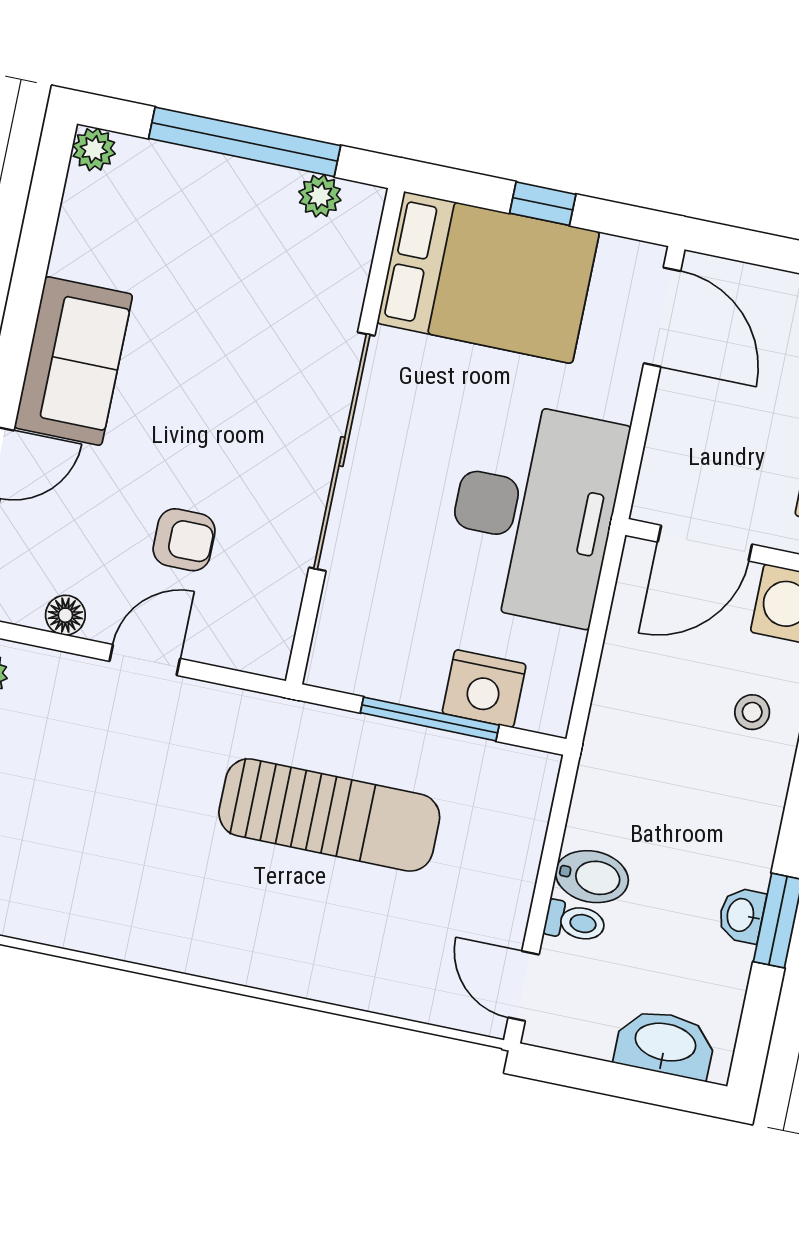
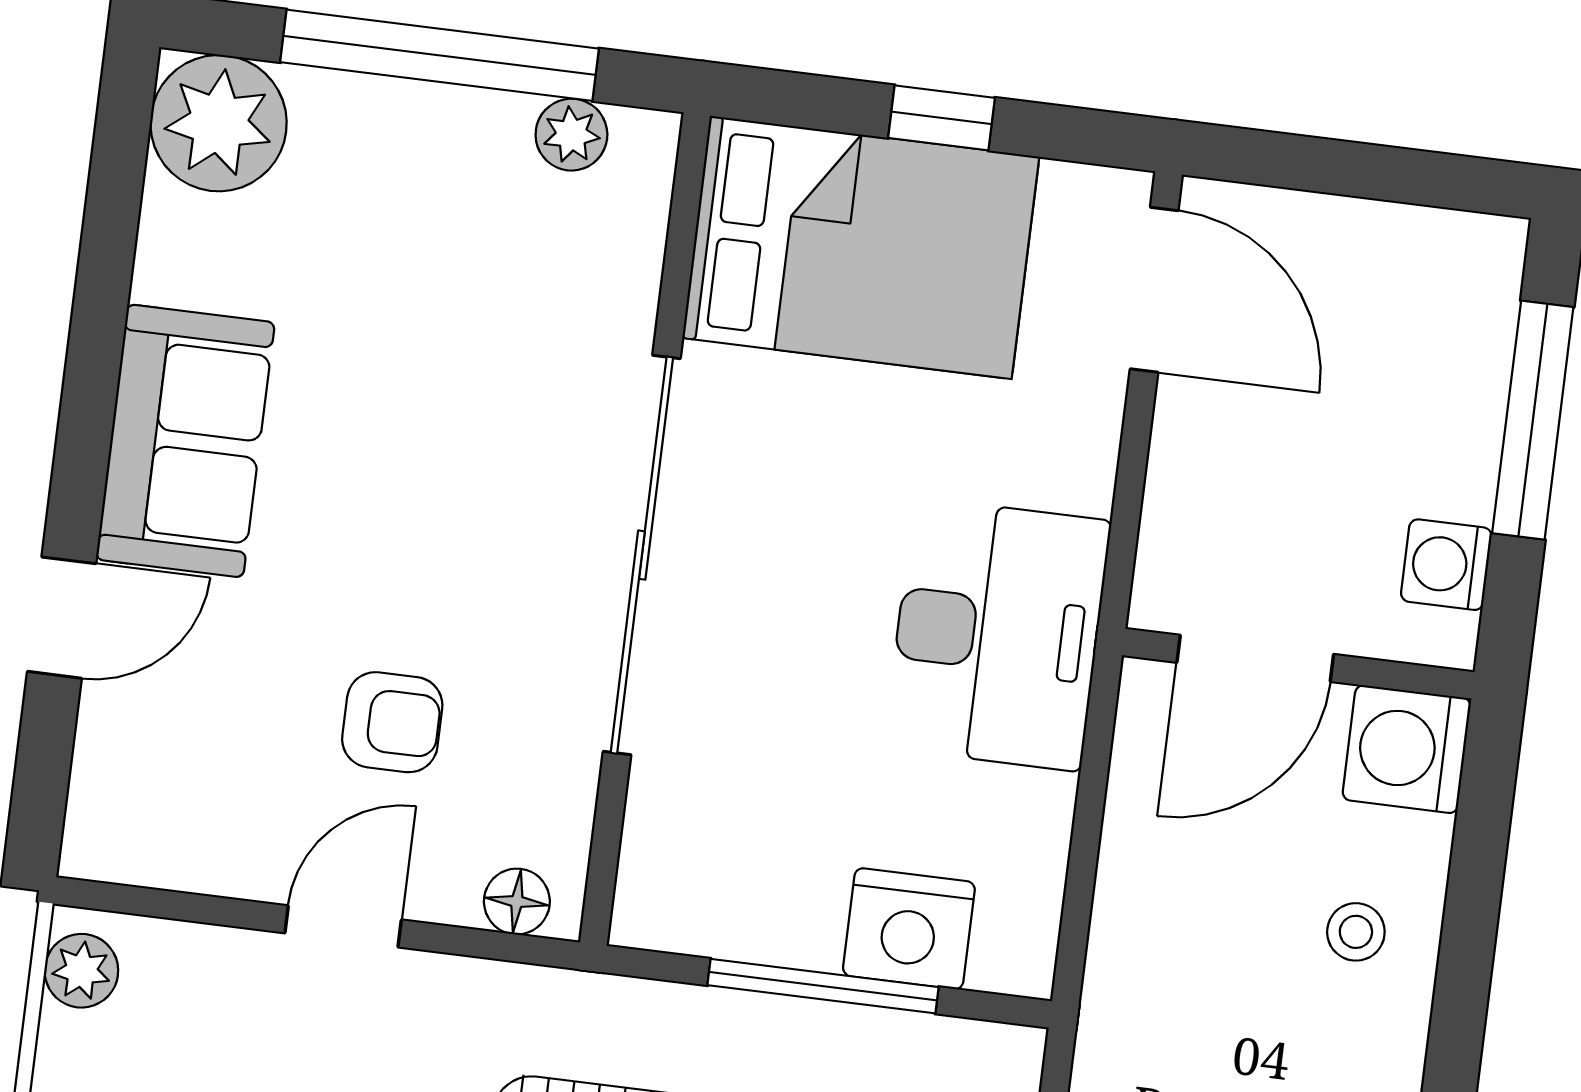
plant: (94, 149) -> (219, 123), width x1.88, depth x1.88
desk: (534, 513) -> (997, 634), width x0.73, depth x0.77
floor lamp: (65, 615) -> (517, 901), moved

